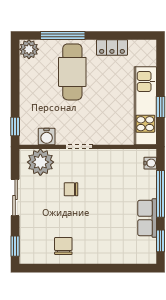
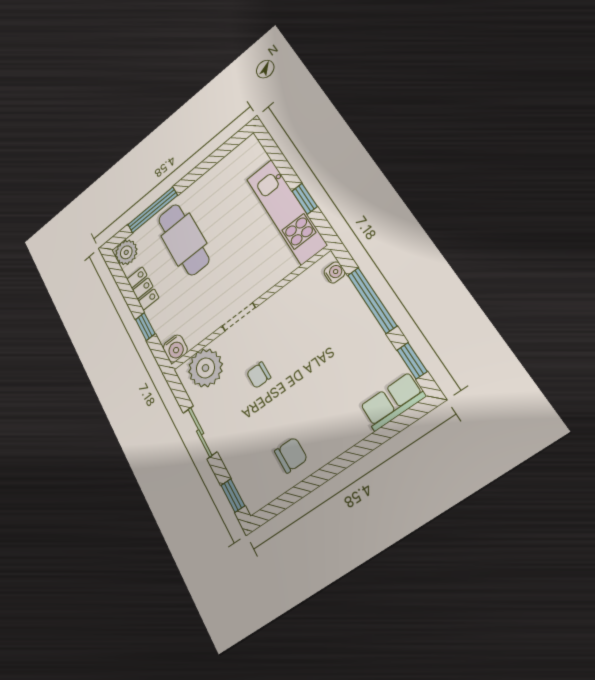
locker: (112, 47) -> (143, 288), moved, turned -90
window: (15, 126) -> (145, 327), moved
water cooler: (47, 136) -> (175, 349), moved
row of seats: (147, 218) -> (393, 401), moved, turned 90
chair: (63, 246) -> (291, 455), turned 90

